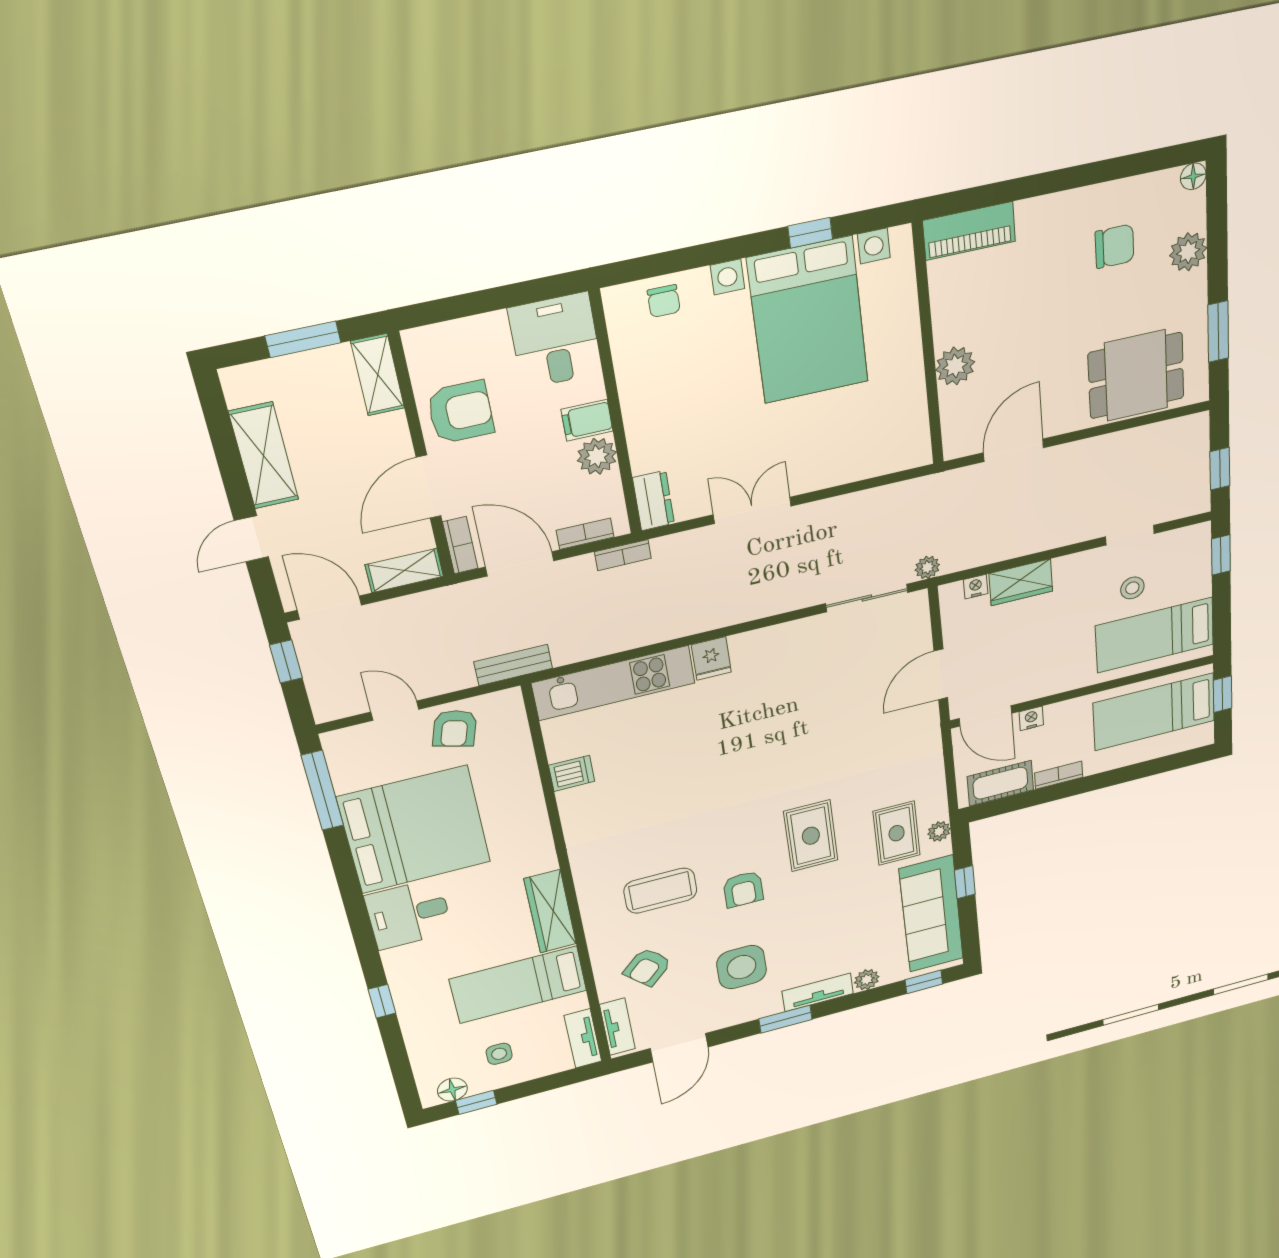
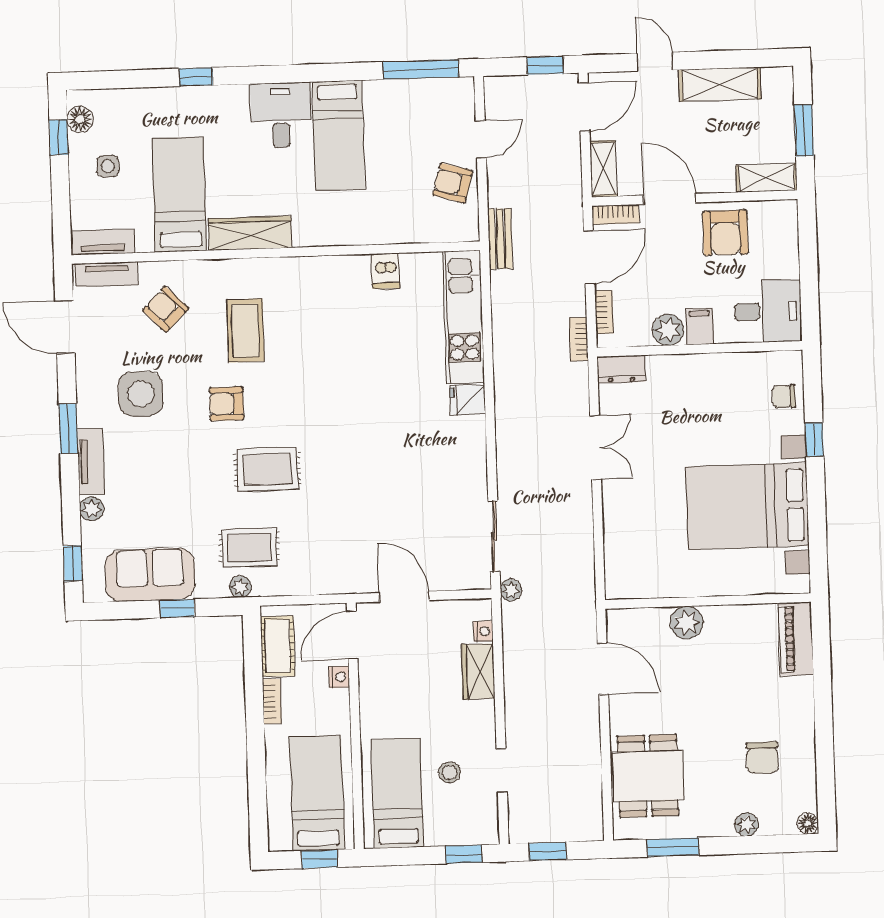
window: (810, 233) -> (814, 439), moved
plant: (1188, 252) -> (746, 824), width x0.73, depth x0.73
bed: (414, 830) -> (338, 135), width x0.49
sofa: (931, 914) -> (150, 575), width x0.73

